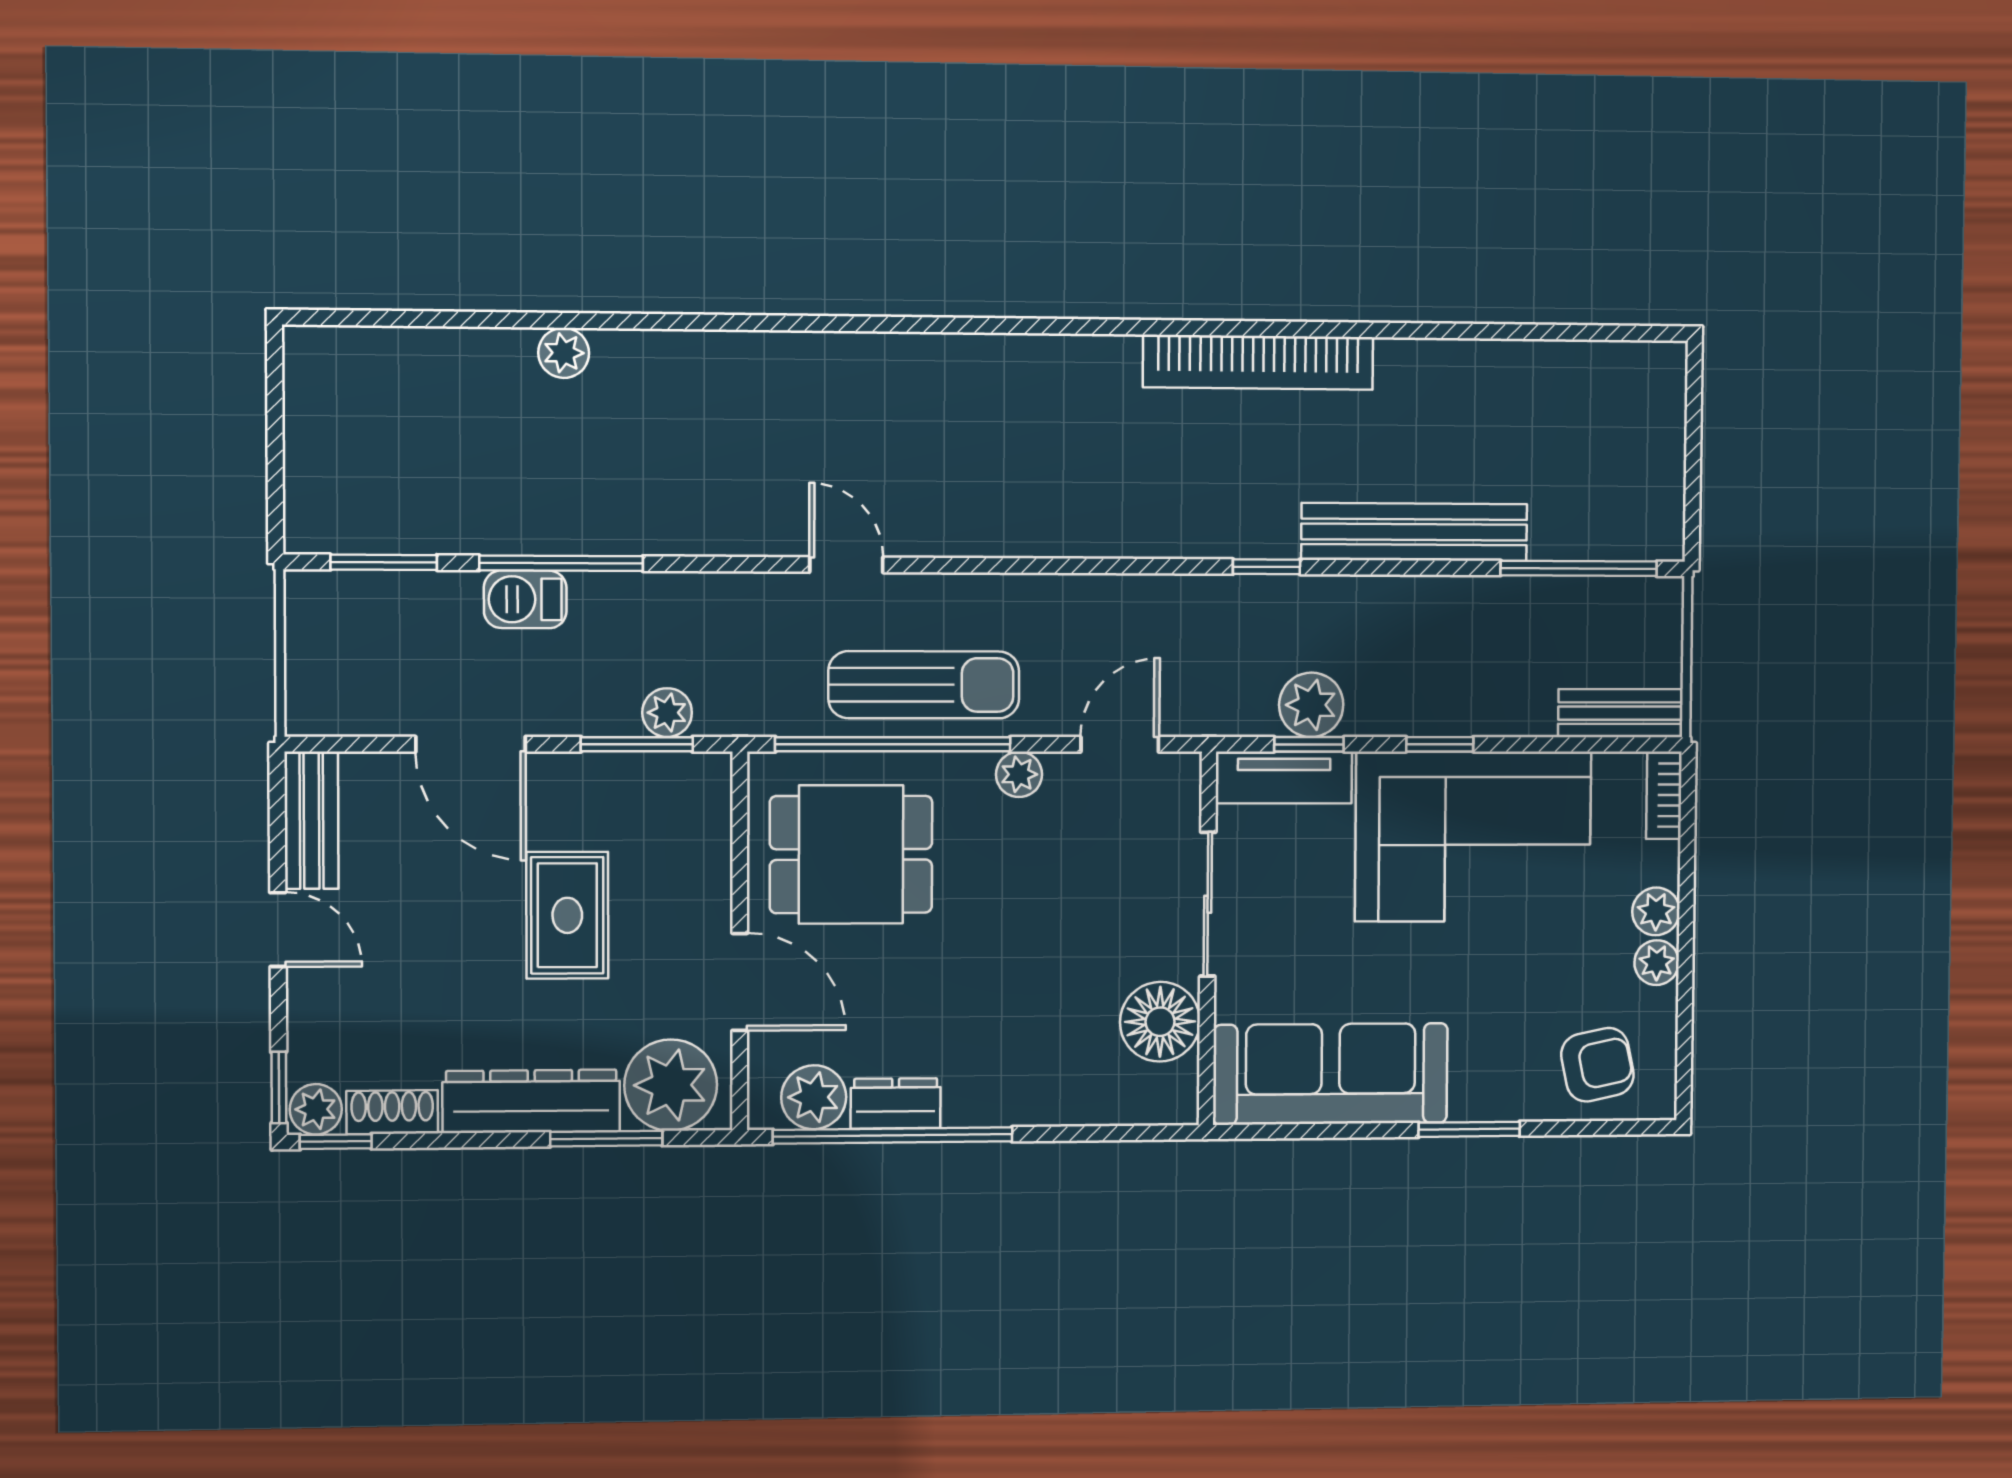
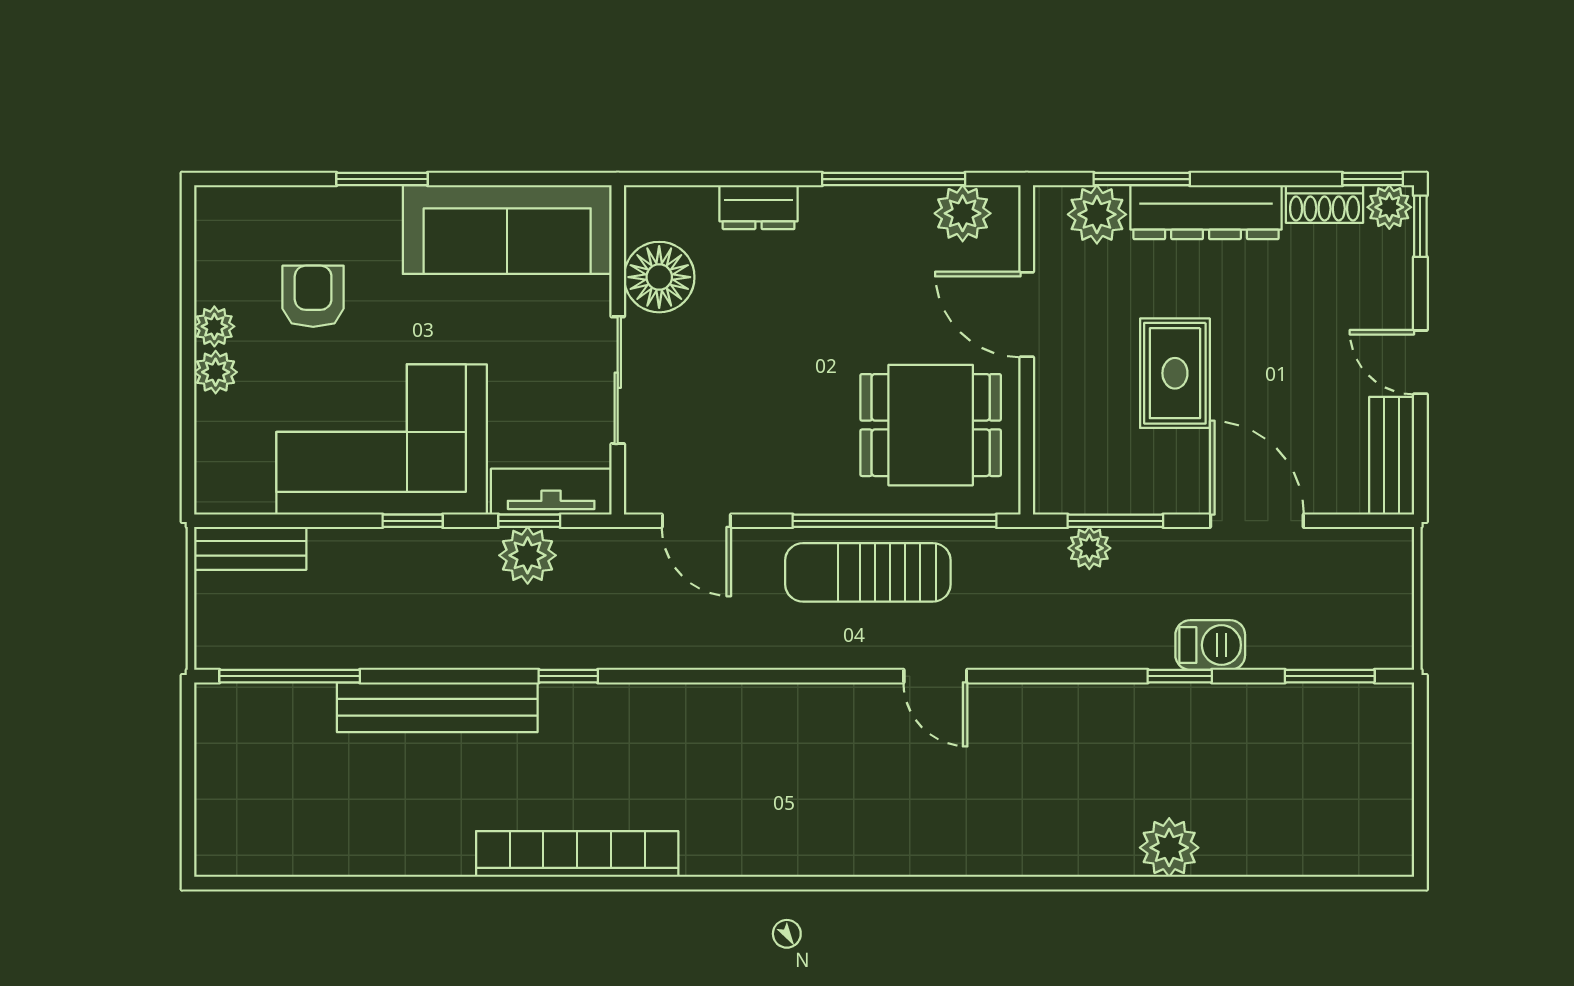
plant: (564, 353) -> (1169, 848), width x1.38, depth x1.38
window: (561, 563) -> (1180, 676), width x0.46
door: (1120, 744) -> (696, 521), hinge flipped
plant: (1019, 774) -> (785, 495), removed
bookcase: (1664, 795) -> (210, 476), removed
armchair: (1597, 1065) -> (313, 296), moved, turned 102
plant: (671, 1085) -> (1097, 214), width x0.73, depth x0.73
dresser: (896, 1103) -> (759, 207), moved
window: (893, 1136) -> (894, 179), width x0.68

